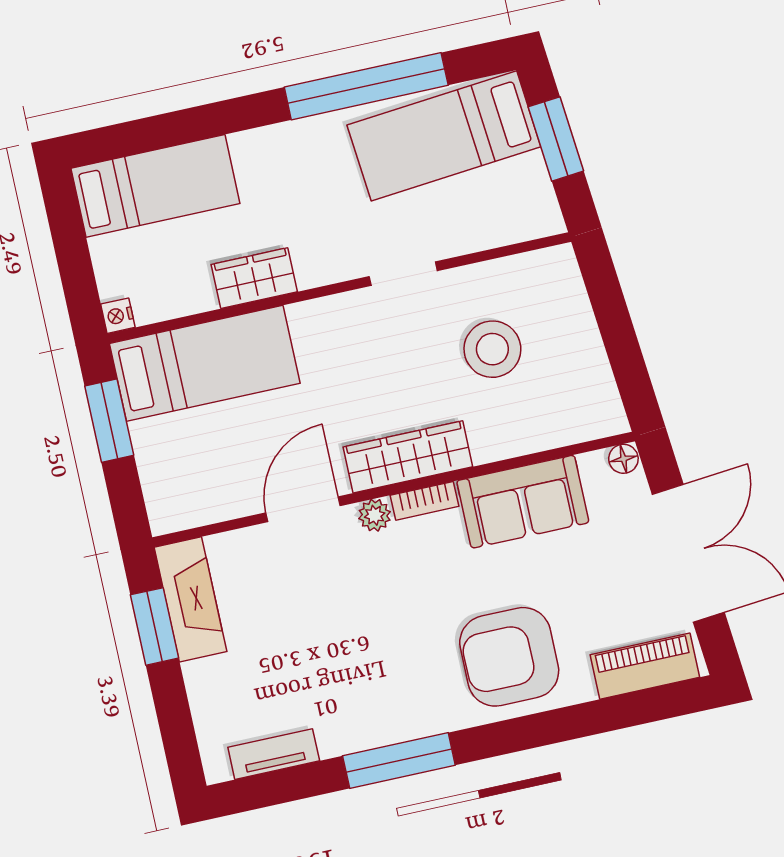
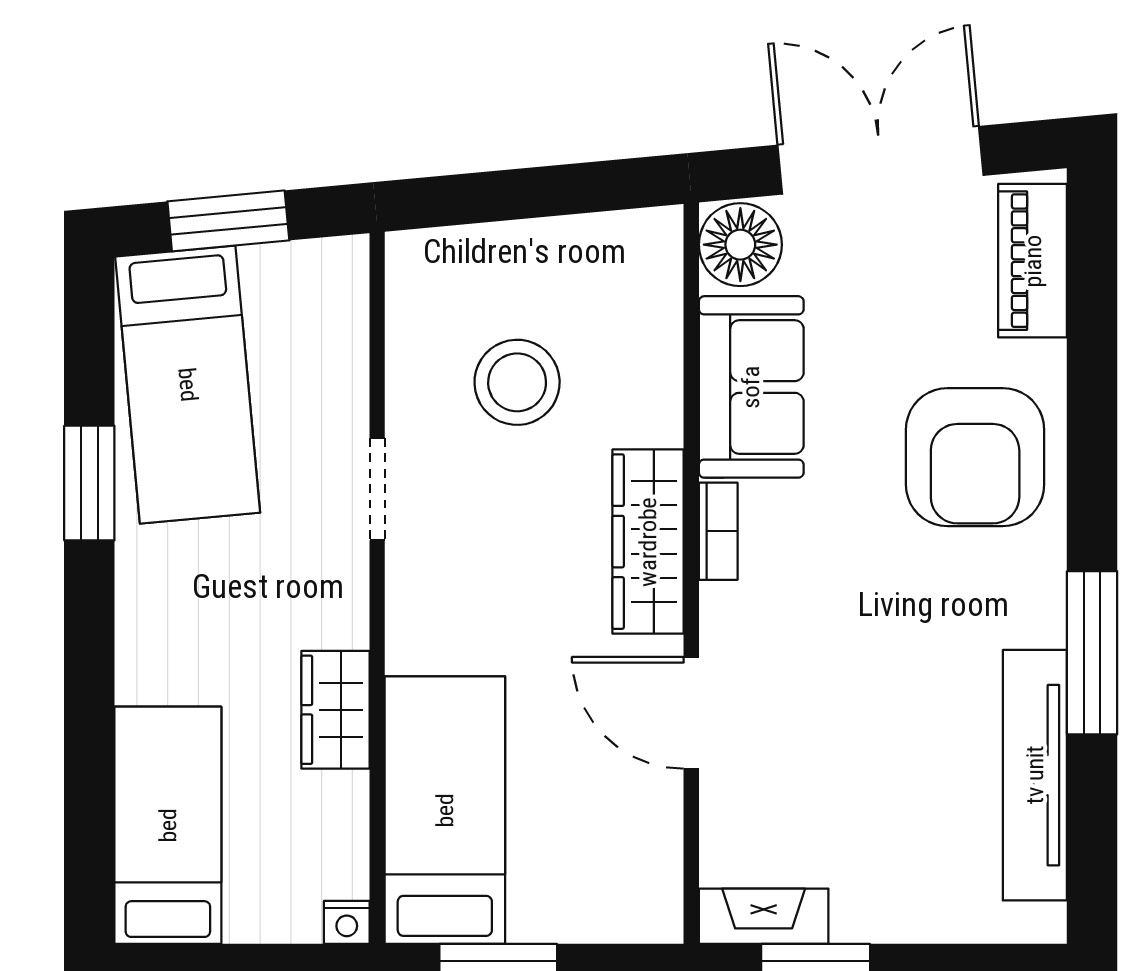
window: (366, 86) -> (89, 483), width x0.47
floor lamp: (623, 459) -> (740, 245), width x1.89, depth x1.89
plant: (375, 515) -> (723, 609), removed
fireplace: (190, 599) -> (764, 916), width x0.73, depth x0.76
tv unit: (274, 754) -> (1035, 775), width x1.92, depth x1.29

